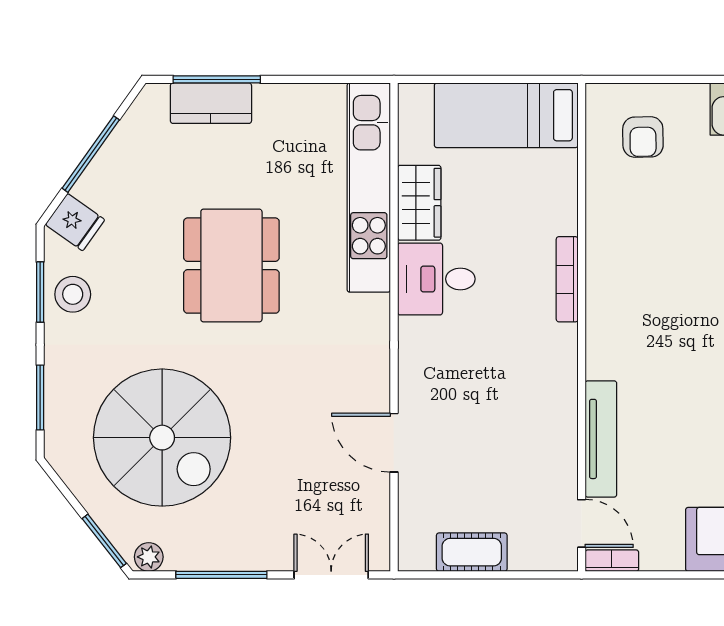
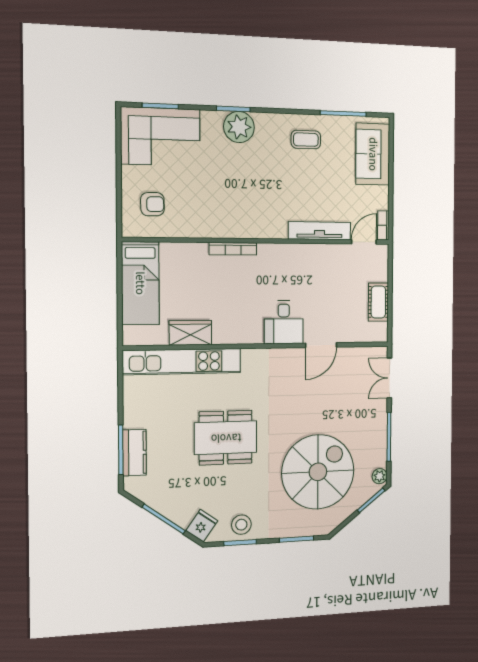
desk: (436, 279) -> (284, 322), moved

